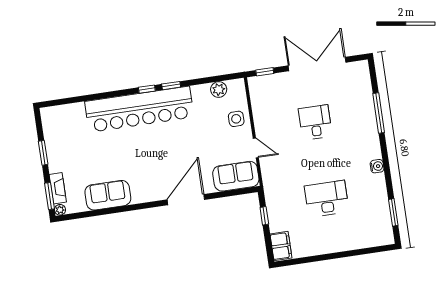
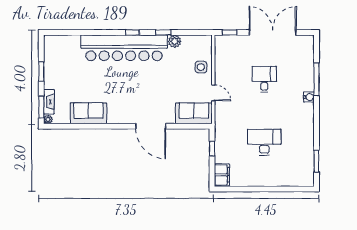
window: (171, 86) -> (163, 32), moved
plant: (219, 89) -> (175, 41), moved
water cooler: (377, 166) -> (309, 97), moved
door: (186, 200) -> (151, 126), swing flipped

